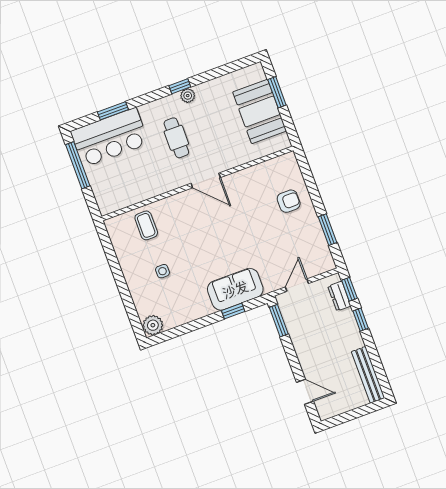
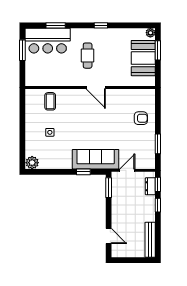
plant: (188, 96) -> (150, 33), moved
window: (78, 165) -> (22, 50), width x0.69
sofa: (235, 289) -> (96, 159), width x1.36

